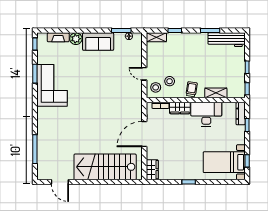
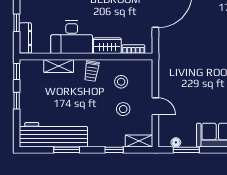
workbench: (227, 40) -> (53, 135), width x1.36, depth x1.32
door: (144, 74) -> (155, 106), moved
stool: (156, 87) -> (123, 109), moved

